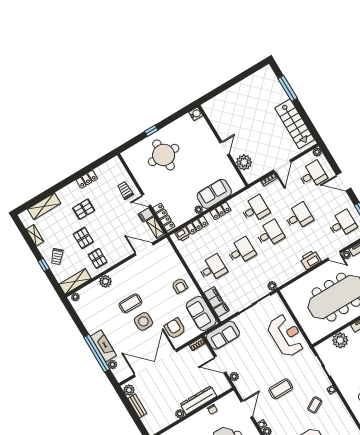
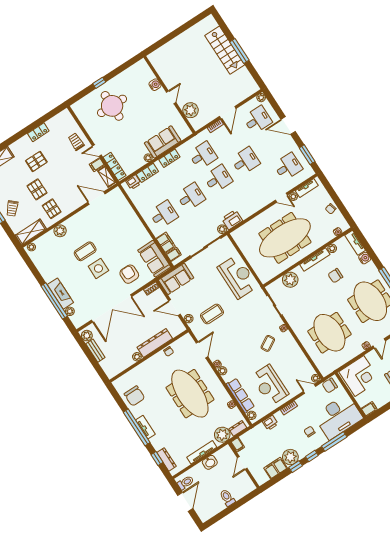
window: (288, 88) -> (239, 51), moved
water cooler: (196, 114) -> (155, 85), moved
stairs: (295, 124) -> (225, 50), moved
printer: (310, 260) -> (232, 220), moved
armchair: (180, 286) -> (132, 232), removed
double door: (155, 363) -> (112, 308), swing flipped
coffee table: (281, 389) -> (212, 314), moved

